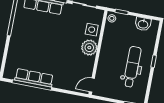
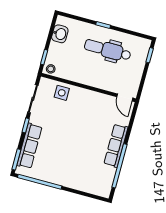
plant: (89, 48) -> (82, 97), removed
row of seats: (34, 78) -> (116, 146), moved

